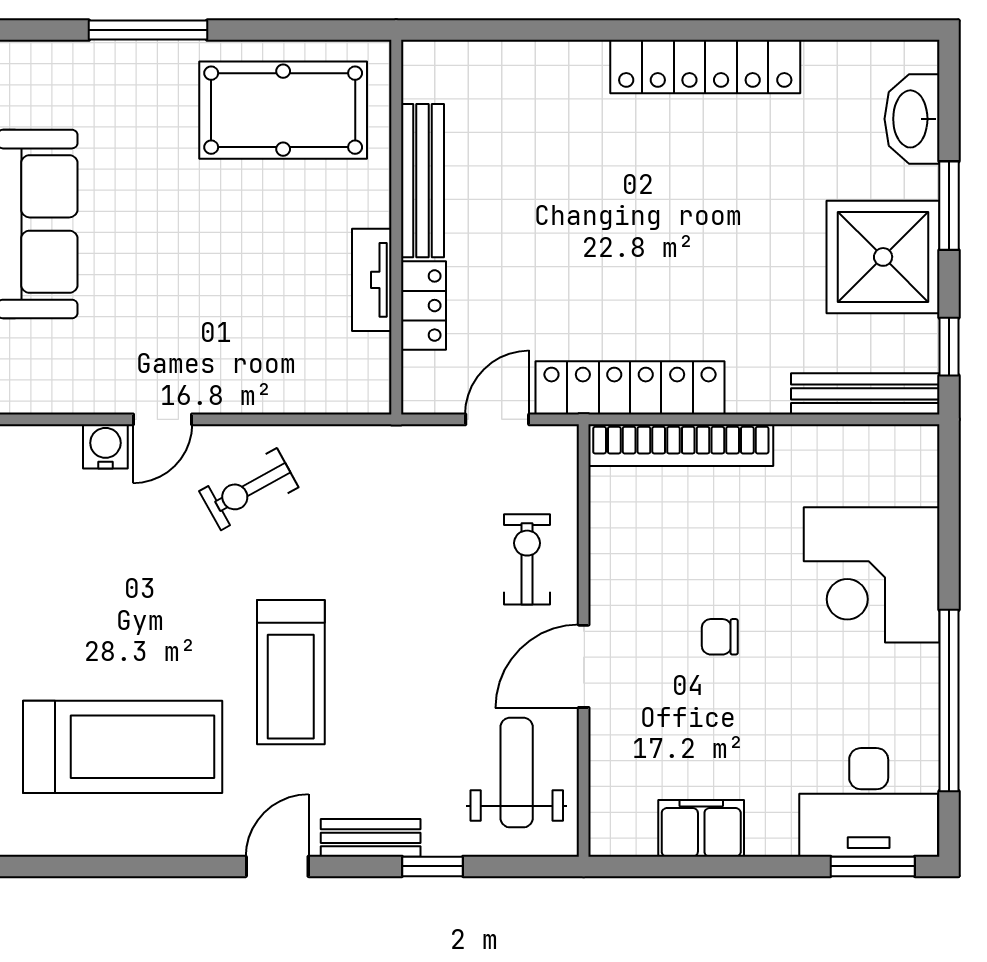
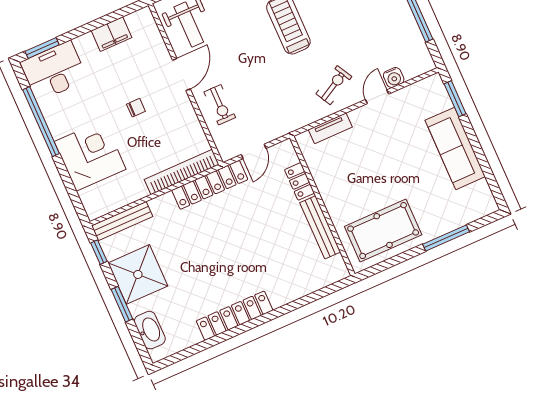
tv unit: (372, 280) -> (330, 128), moved, turned 90

